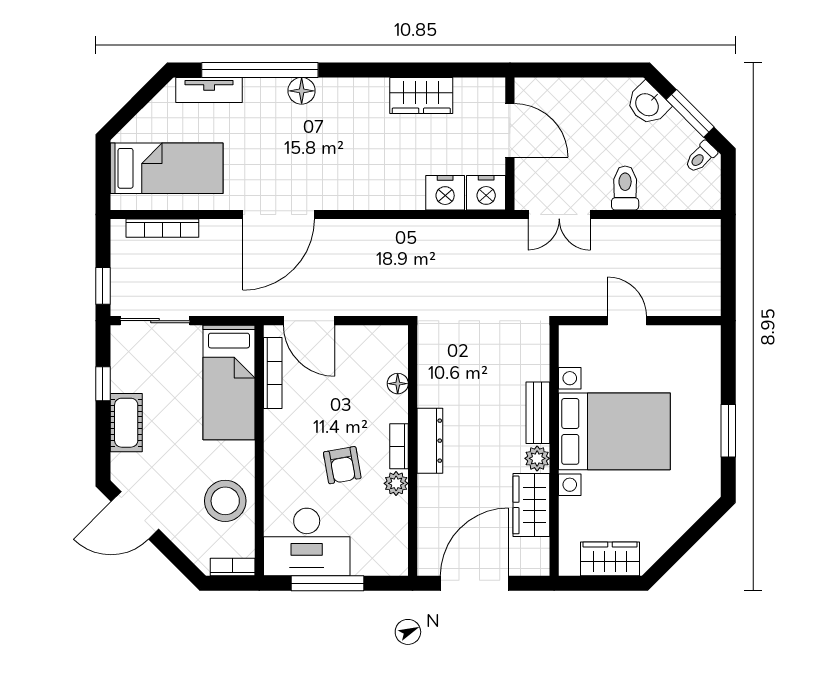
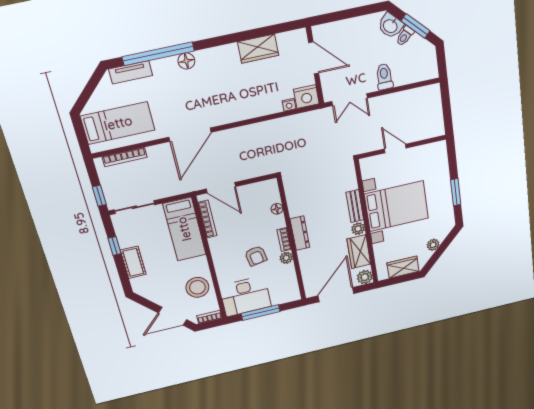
toilet: (701, 157) -> (405, 36), moved
nightstand: (445, 193) -> (289, 105), width x0.53, depth x0.56
door: (135, 515) -> (173, 316), moved
plant: (673, 527) -> (433, 245), added
plant: (535, 561) -> (365, 277), added

